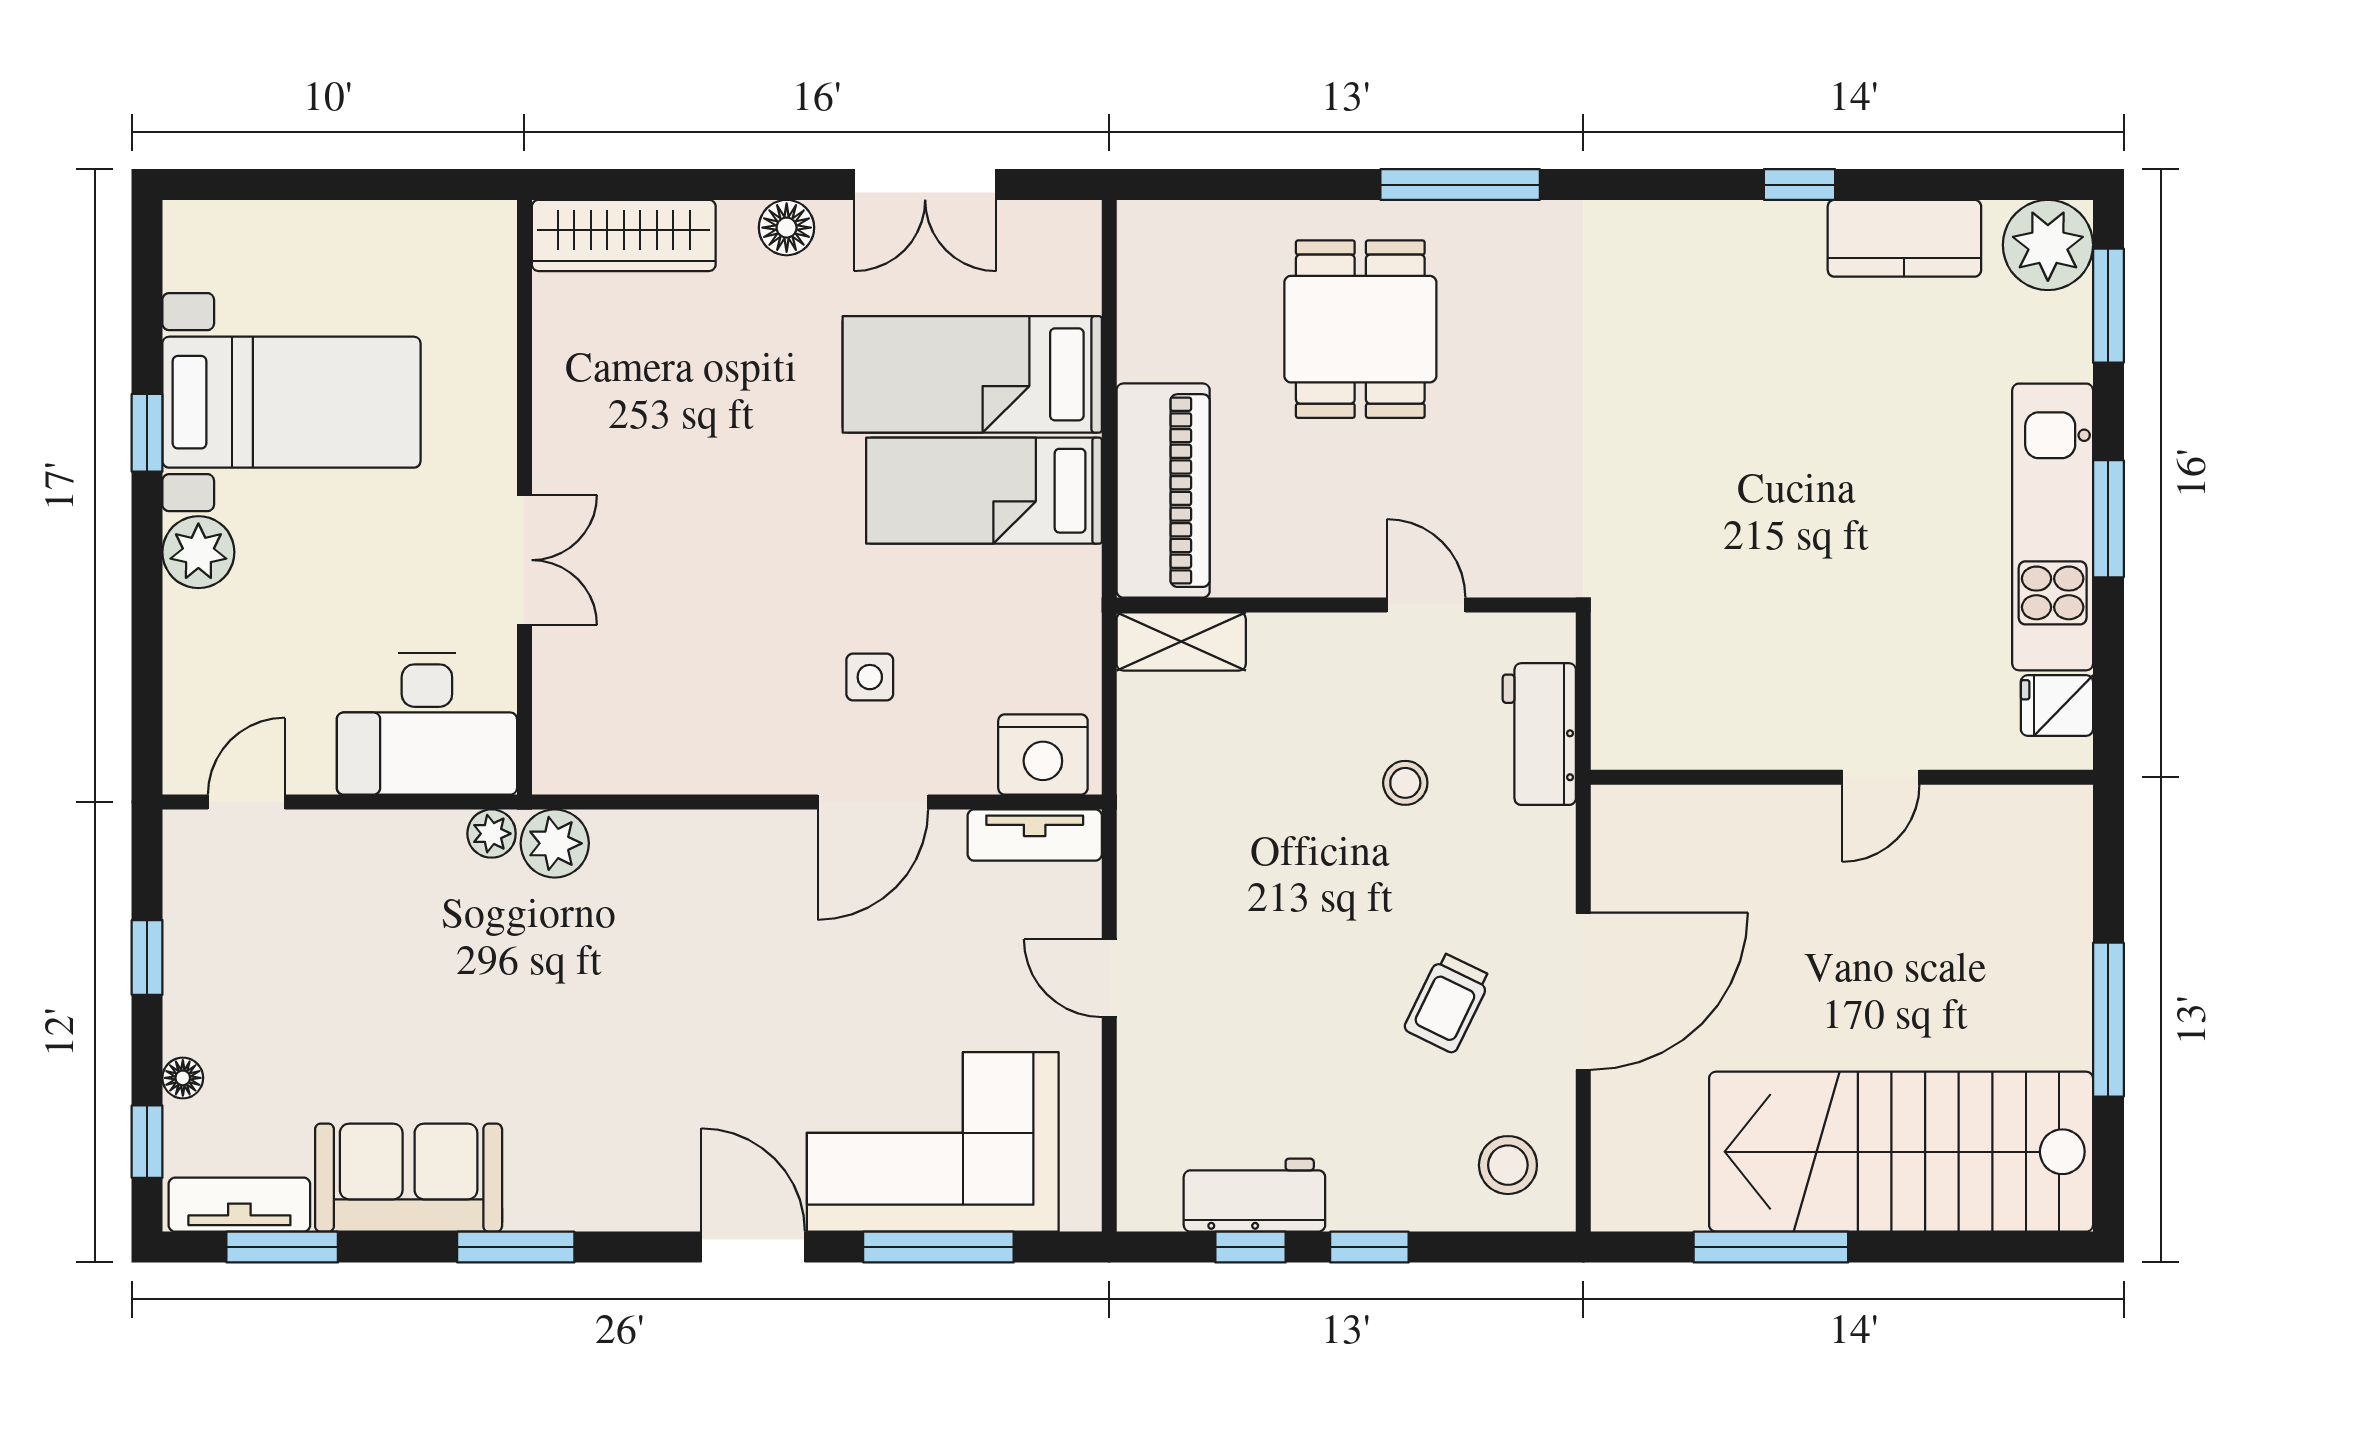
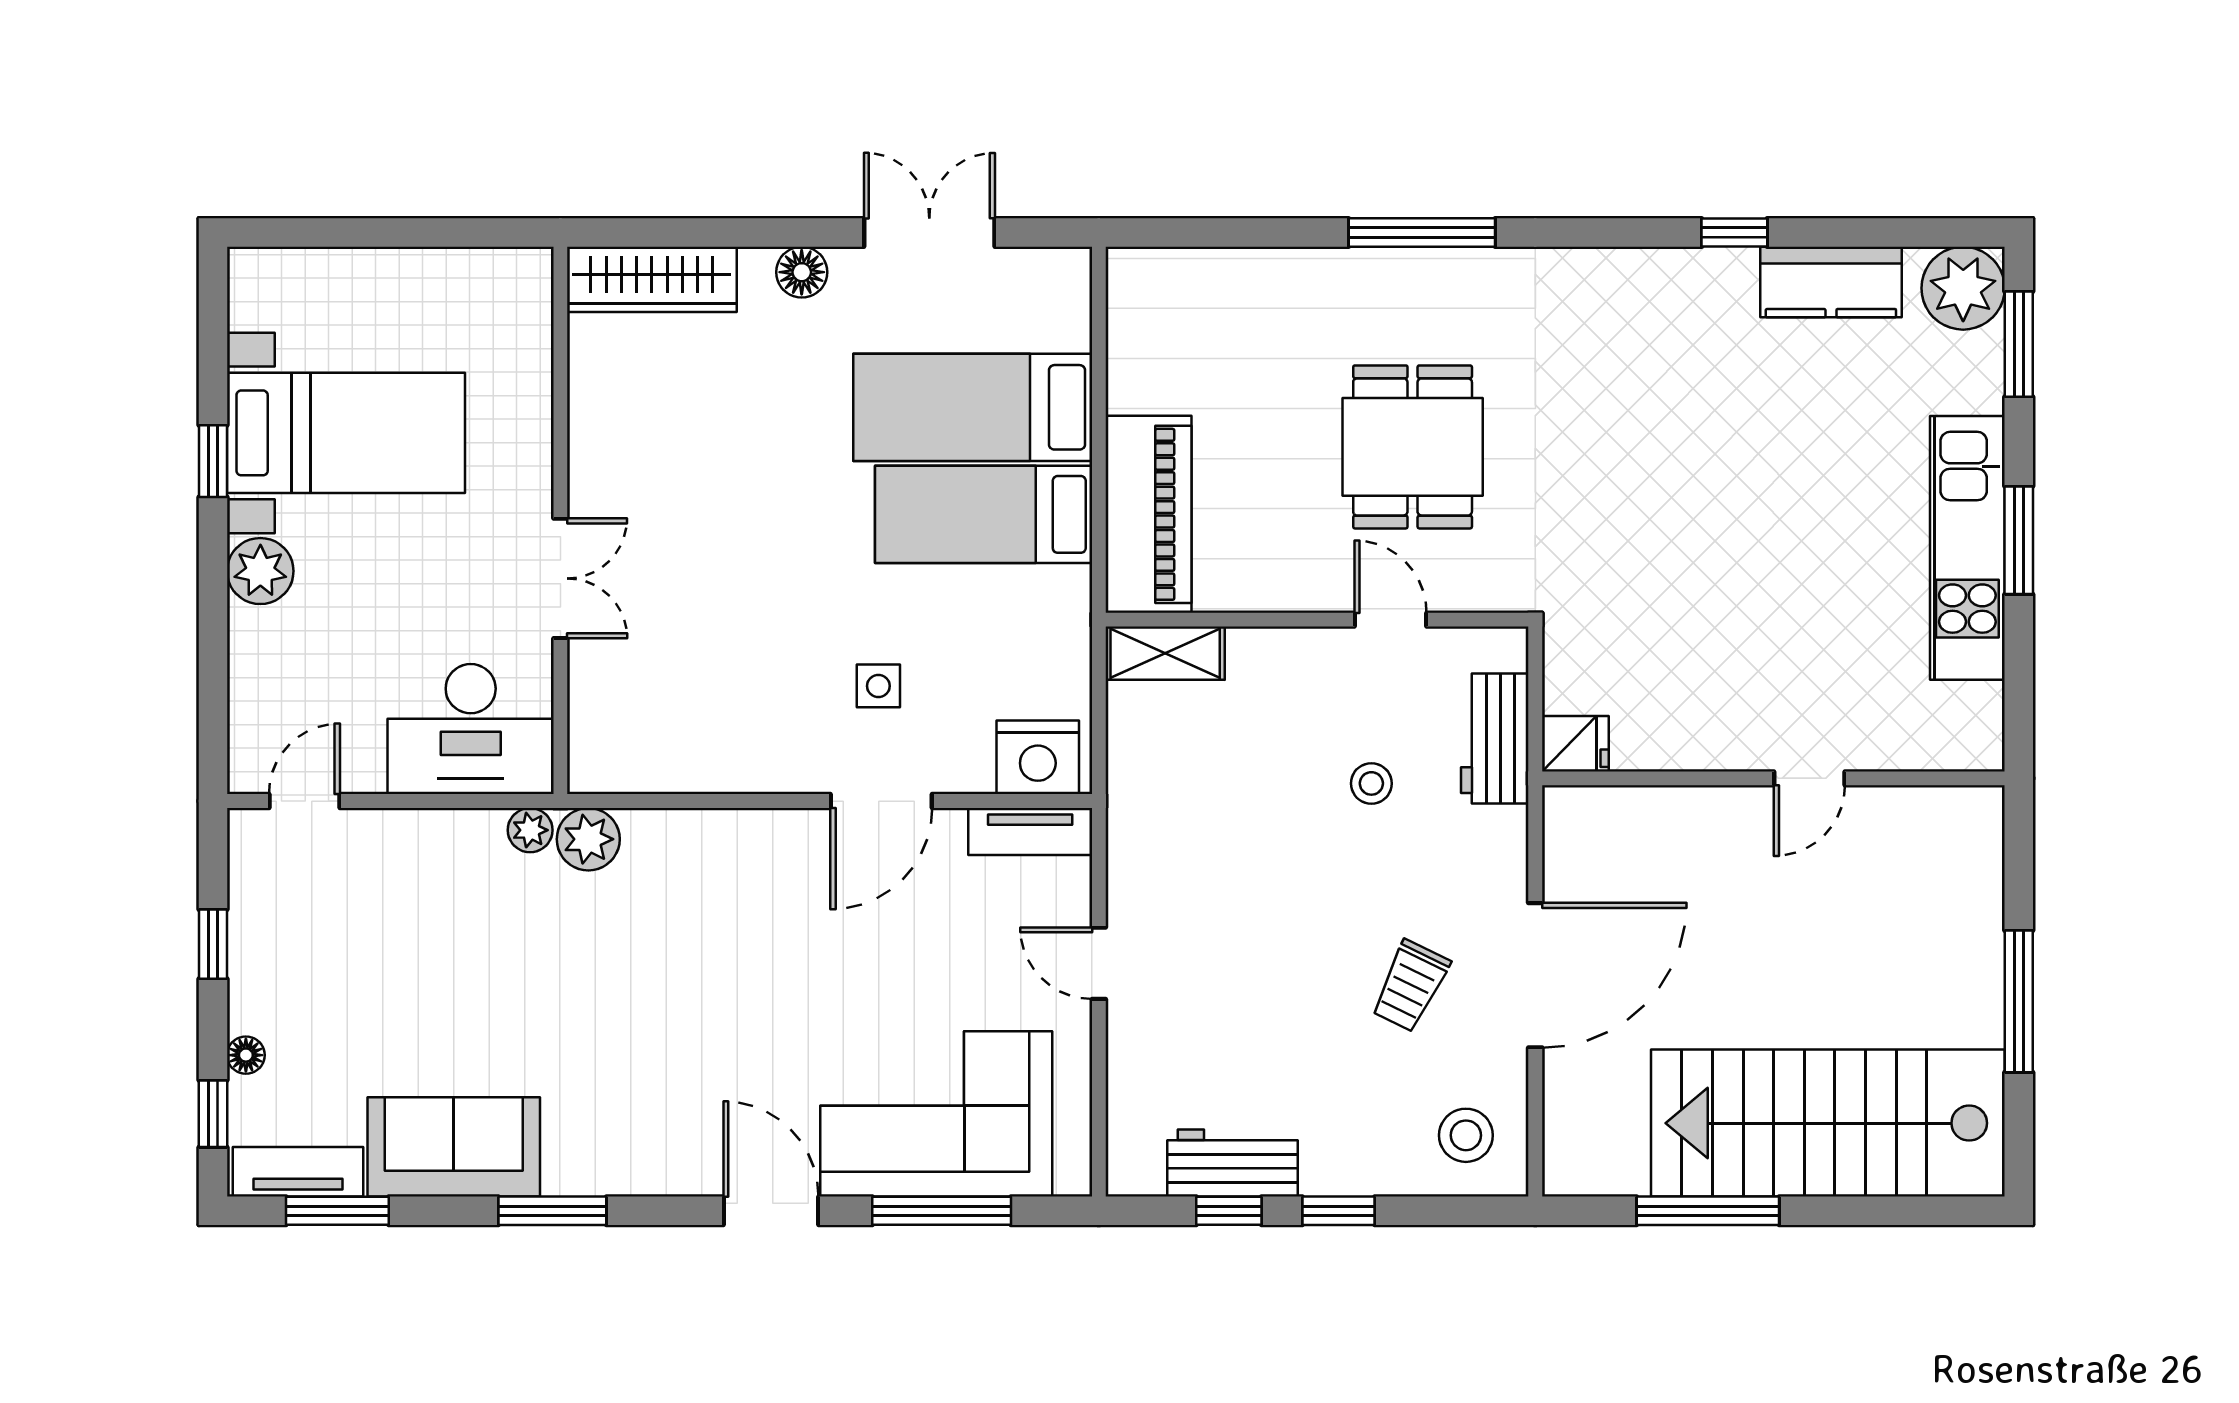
double door: (925, 185) -> (929, 233), swing flipped
dining table: (1360, 329) -> (1413, 447), moved
fridge: (2057, 706) -> (1575, 744), moved, turned 180

